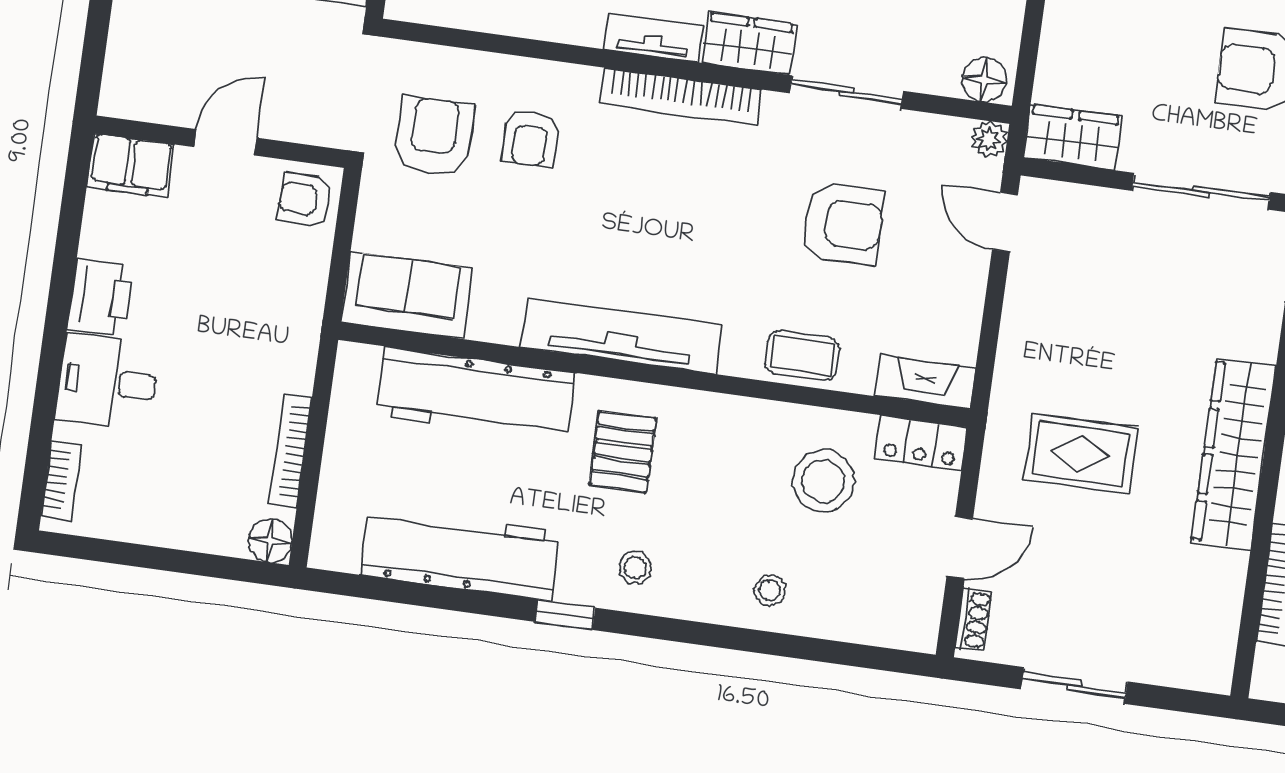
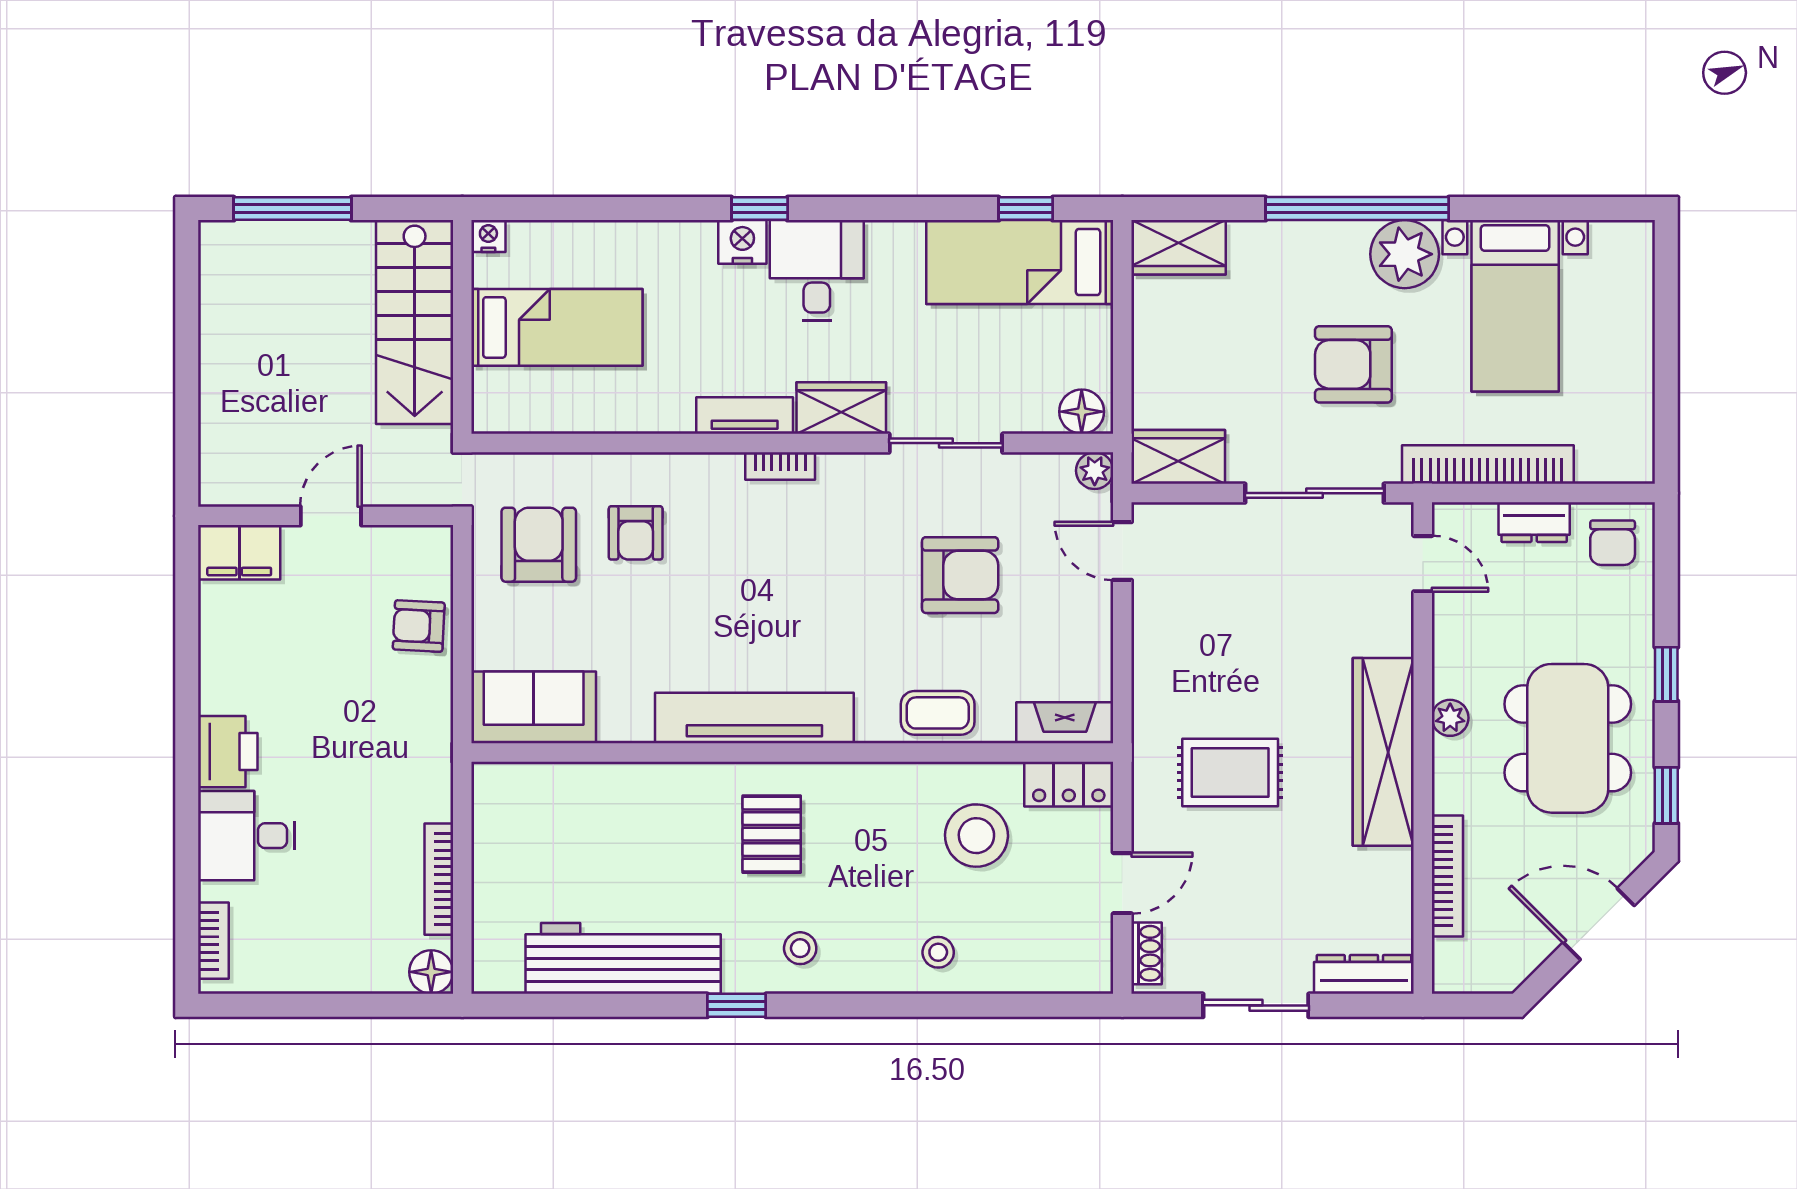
bookcase: (680, 96) -> (780, 466), width x0.43, depth x0.76
wall: (220, 142) -> (326, 516), moved
door: (225, 142) -> (331, 516), moved
filing cabinet: (130, 166) -> (239, 552), moved
workbench: (475, 394) -> (616, 797), removed
dresser: (1184, 670) -> (1364, 974), added

